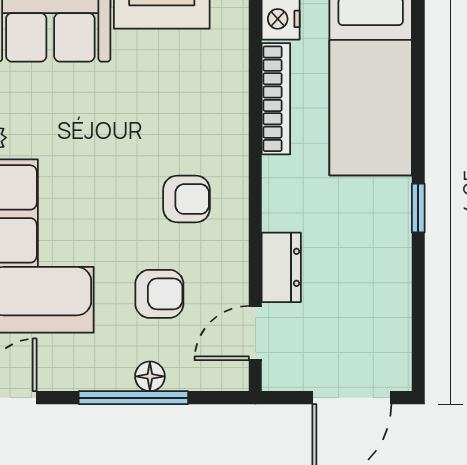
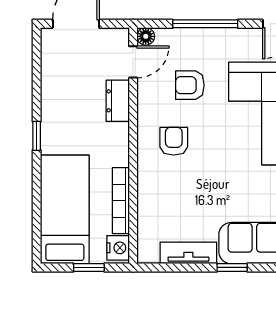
armchair: (187, 199) -> (174, 141), turned 90
floor lamp: (150, 376) -> (146, 36), moved

